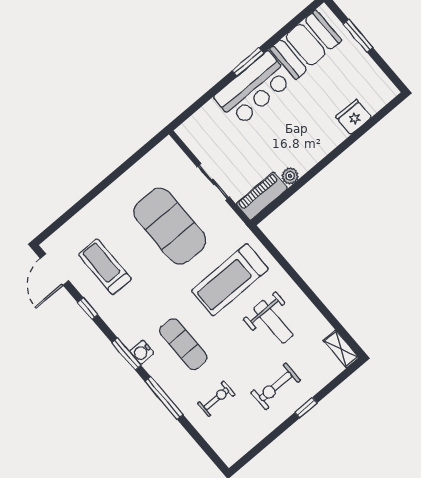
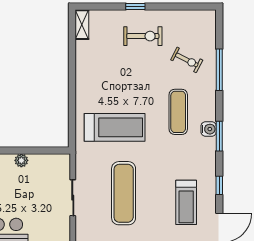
piano: (262, 196) -> (50, 163), removed
exercise mat: (170, 226) -> (124, 193), width x0.68
weight bench: (273, 322) -> (110, 78), removed
window: (164, 398) -> (219, 70), moved
exercise bike: (216, 399) -> (187, 60), turned -153

